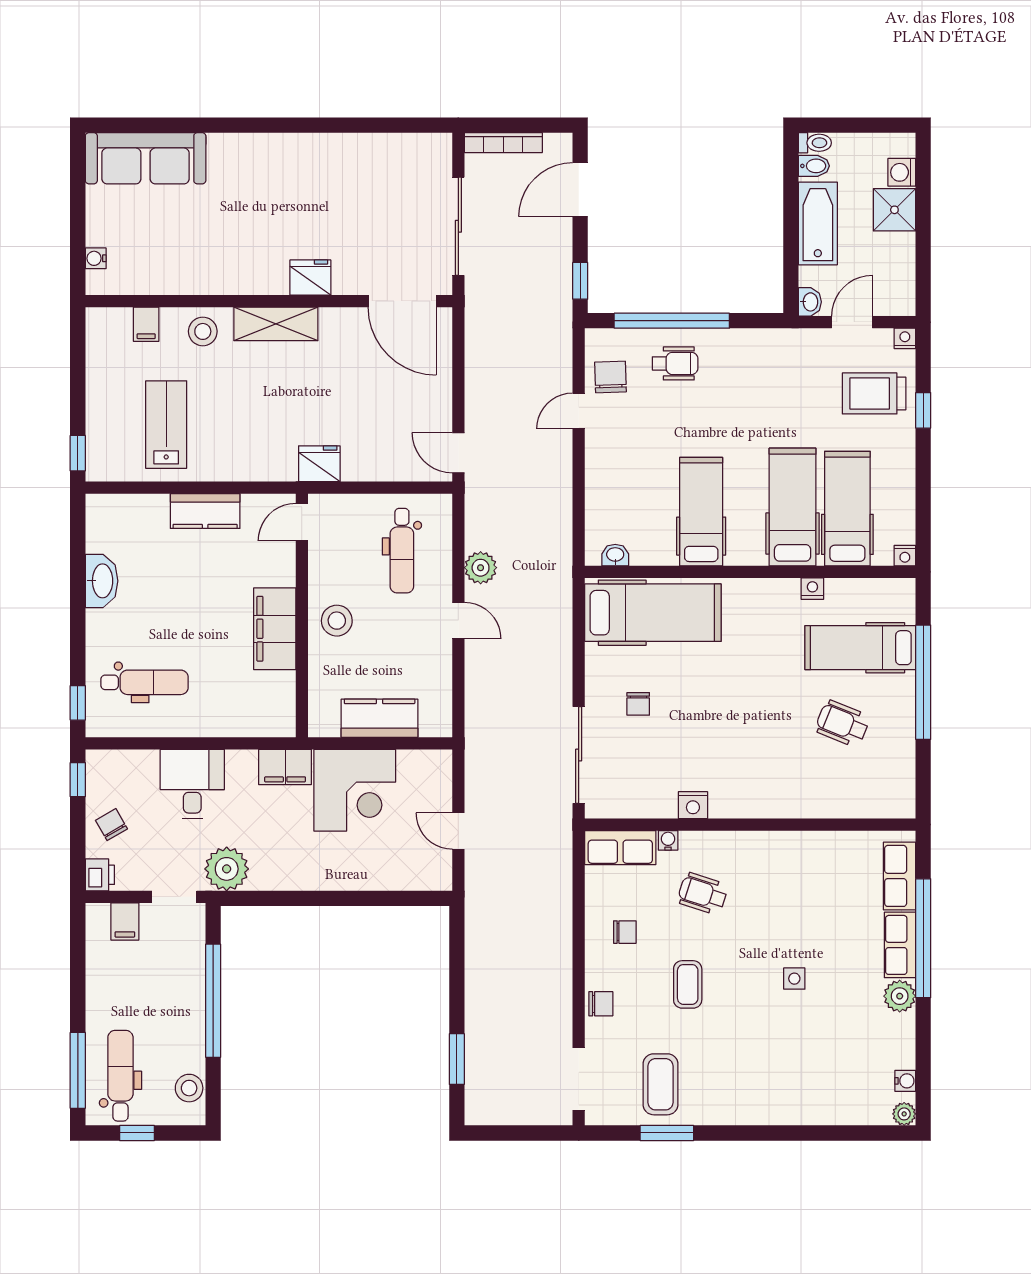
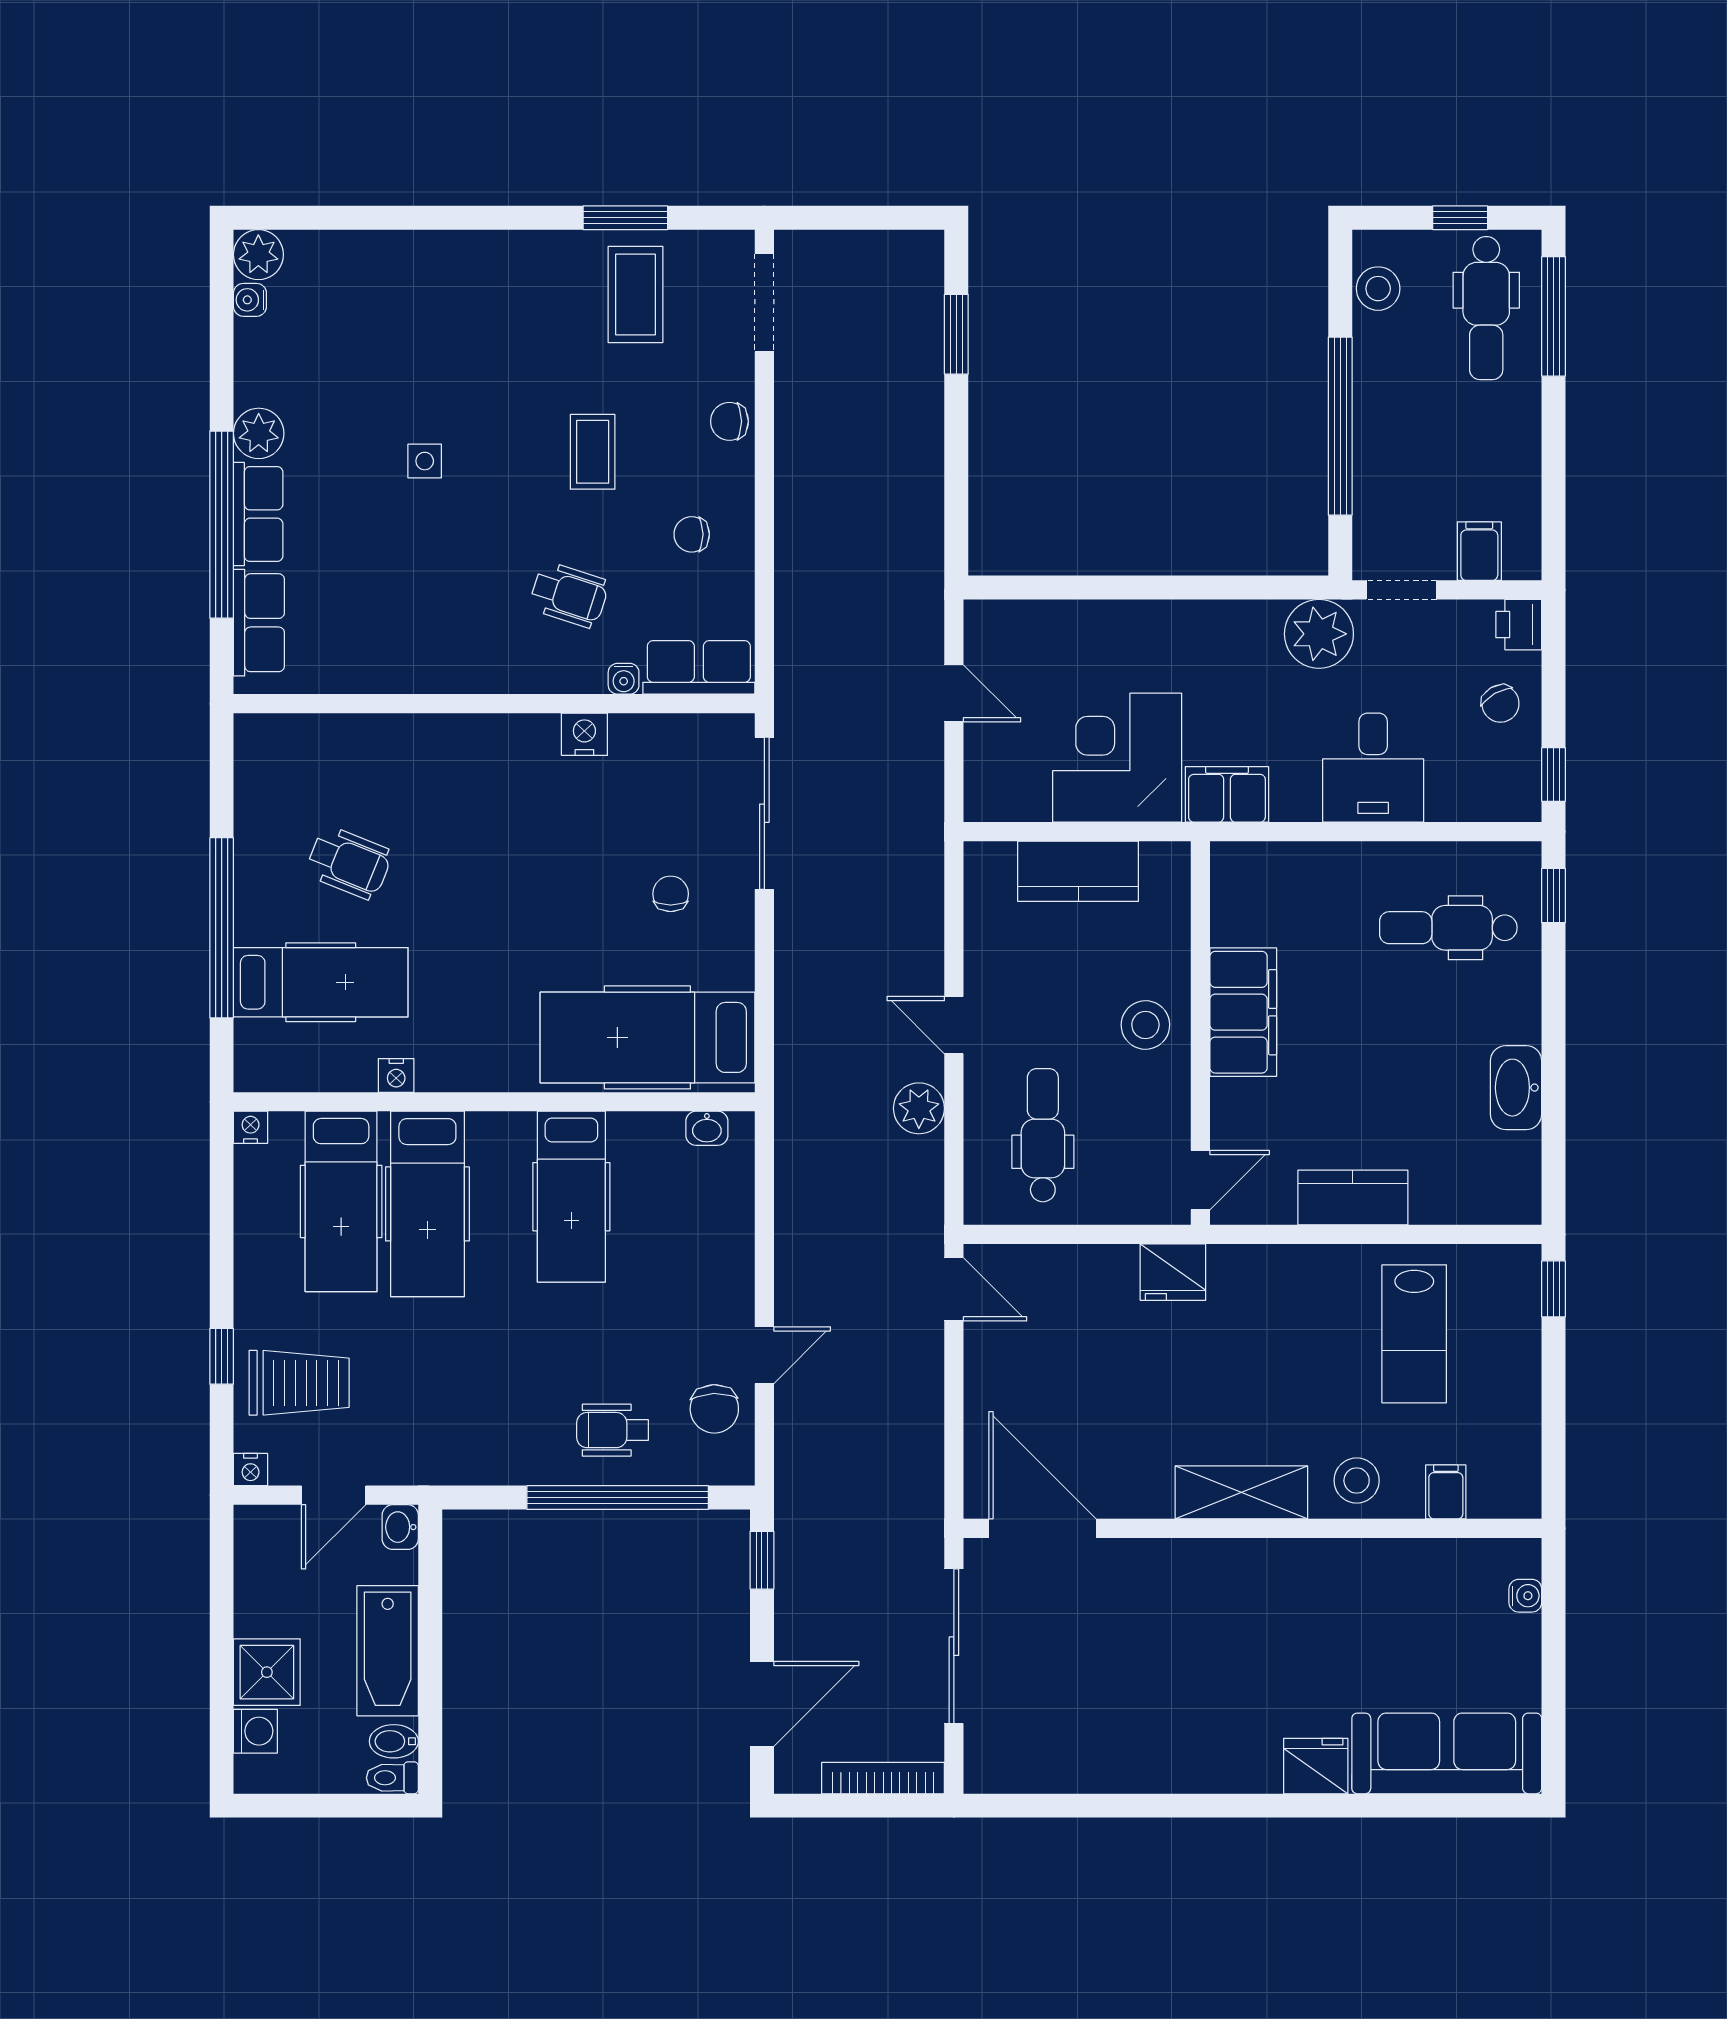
fridge: (310, 277) -> (1316, 1766), moved, turned 180
plant: (904, 1114) -> (258, 255), width x1.38, depth x1.38

